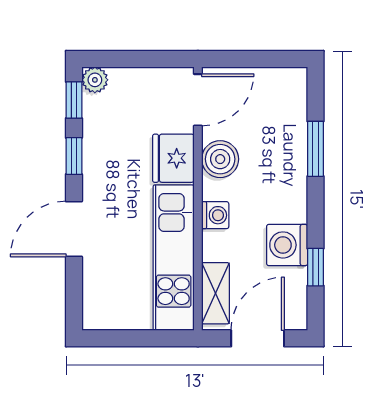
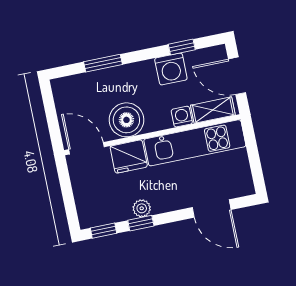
plant: (95, 80) -> (142, 208), moved
boiler: (220, 159) -> (126, 120), width x1.37, depth x1.37
washing machine: (215, 215) -> (182, 117), moved
door: (74, 229) -> (212, 208), moved

